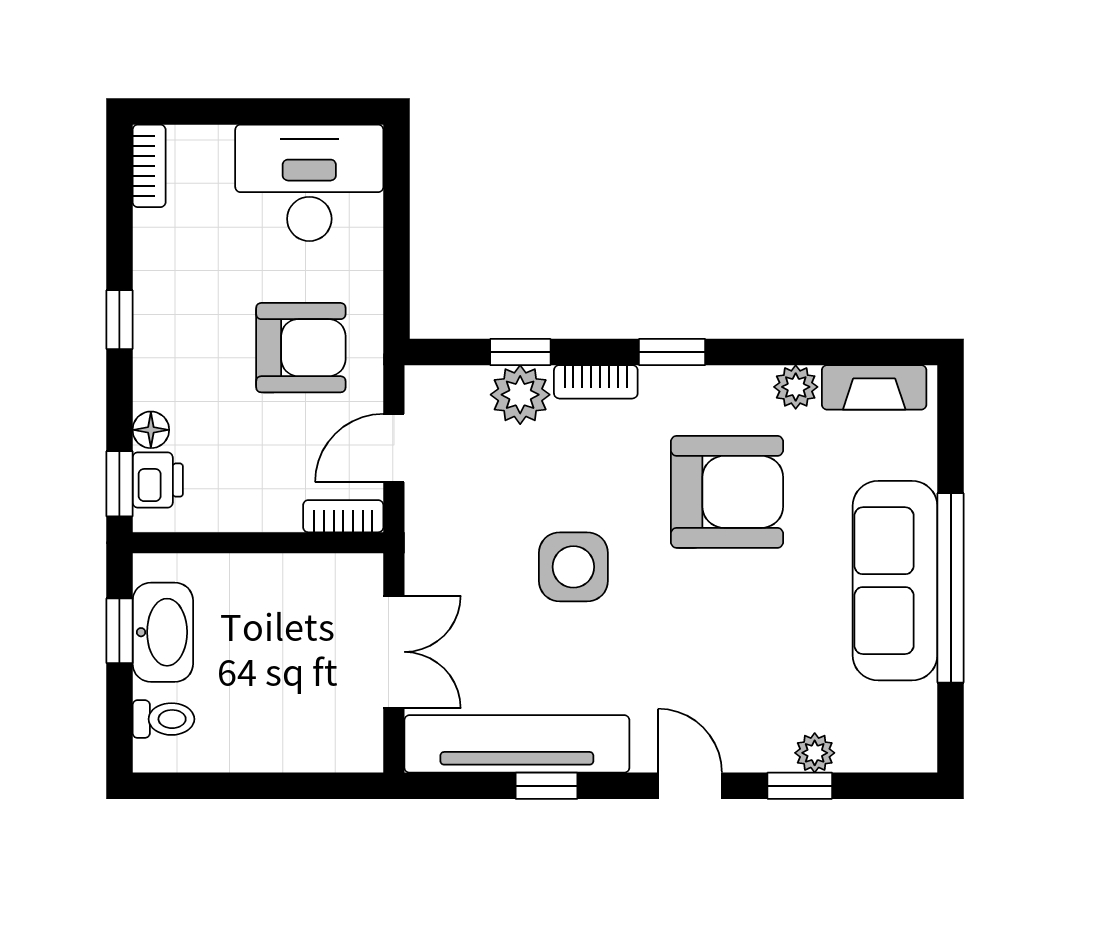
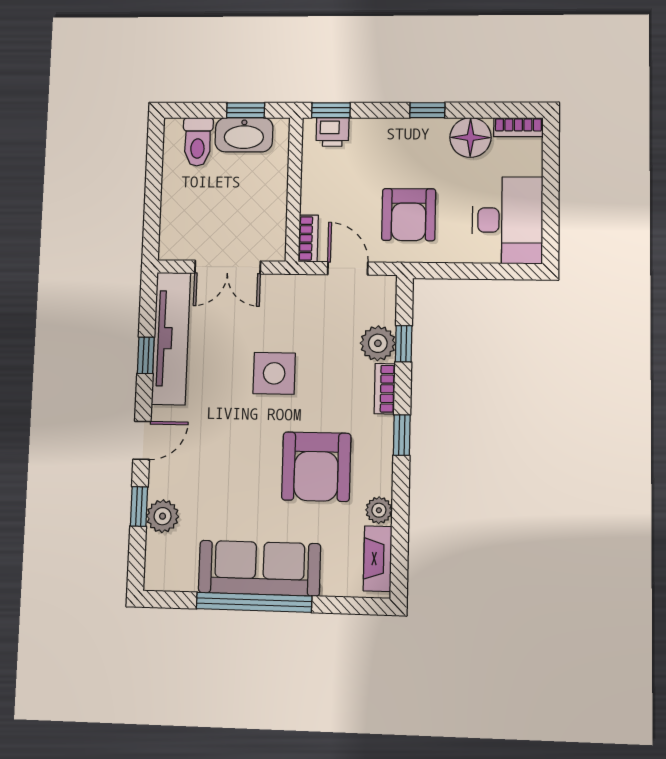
floor lamp: (151, 430) -> (470, 137), moved, width x1.89, depth x1.89
toilet: (163, 719) -> (198, 142), width x1.37, depth x1.39
plant: (815, 753) -> (163, 516), width x1.38, depth x1.38

